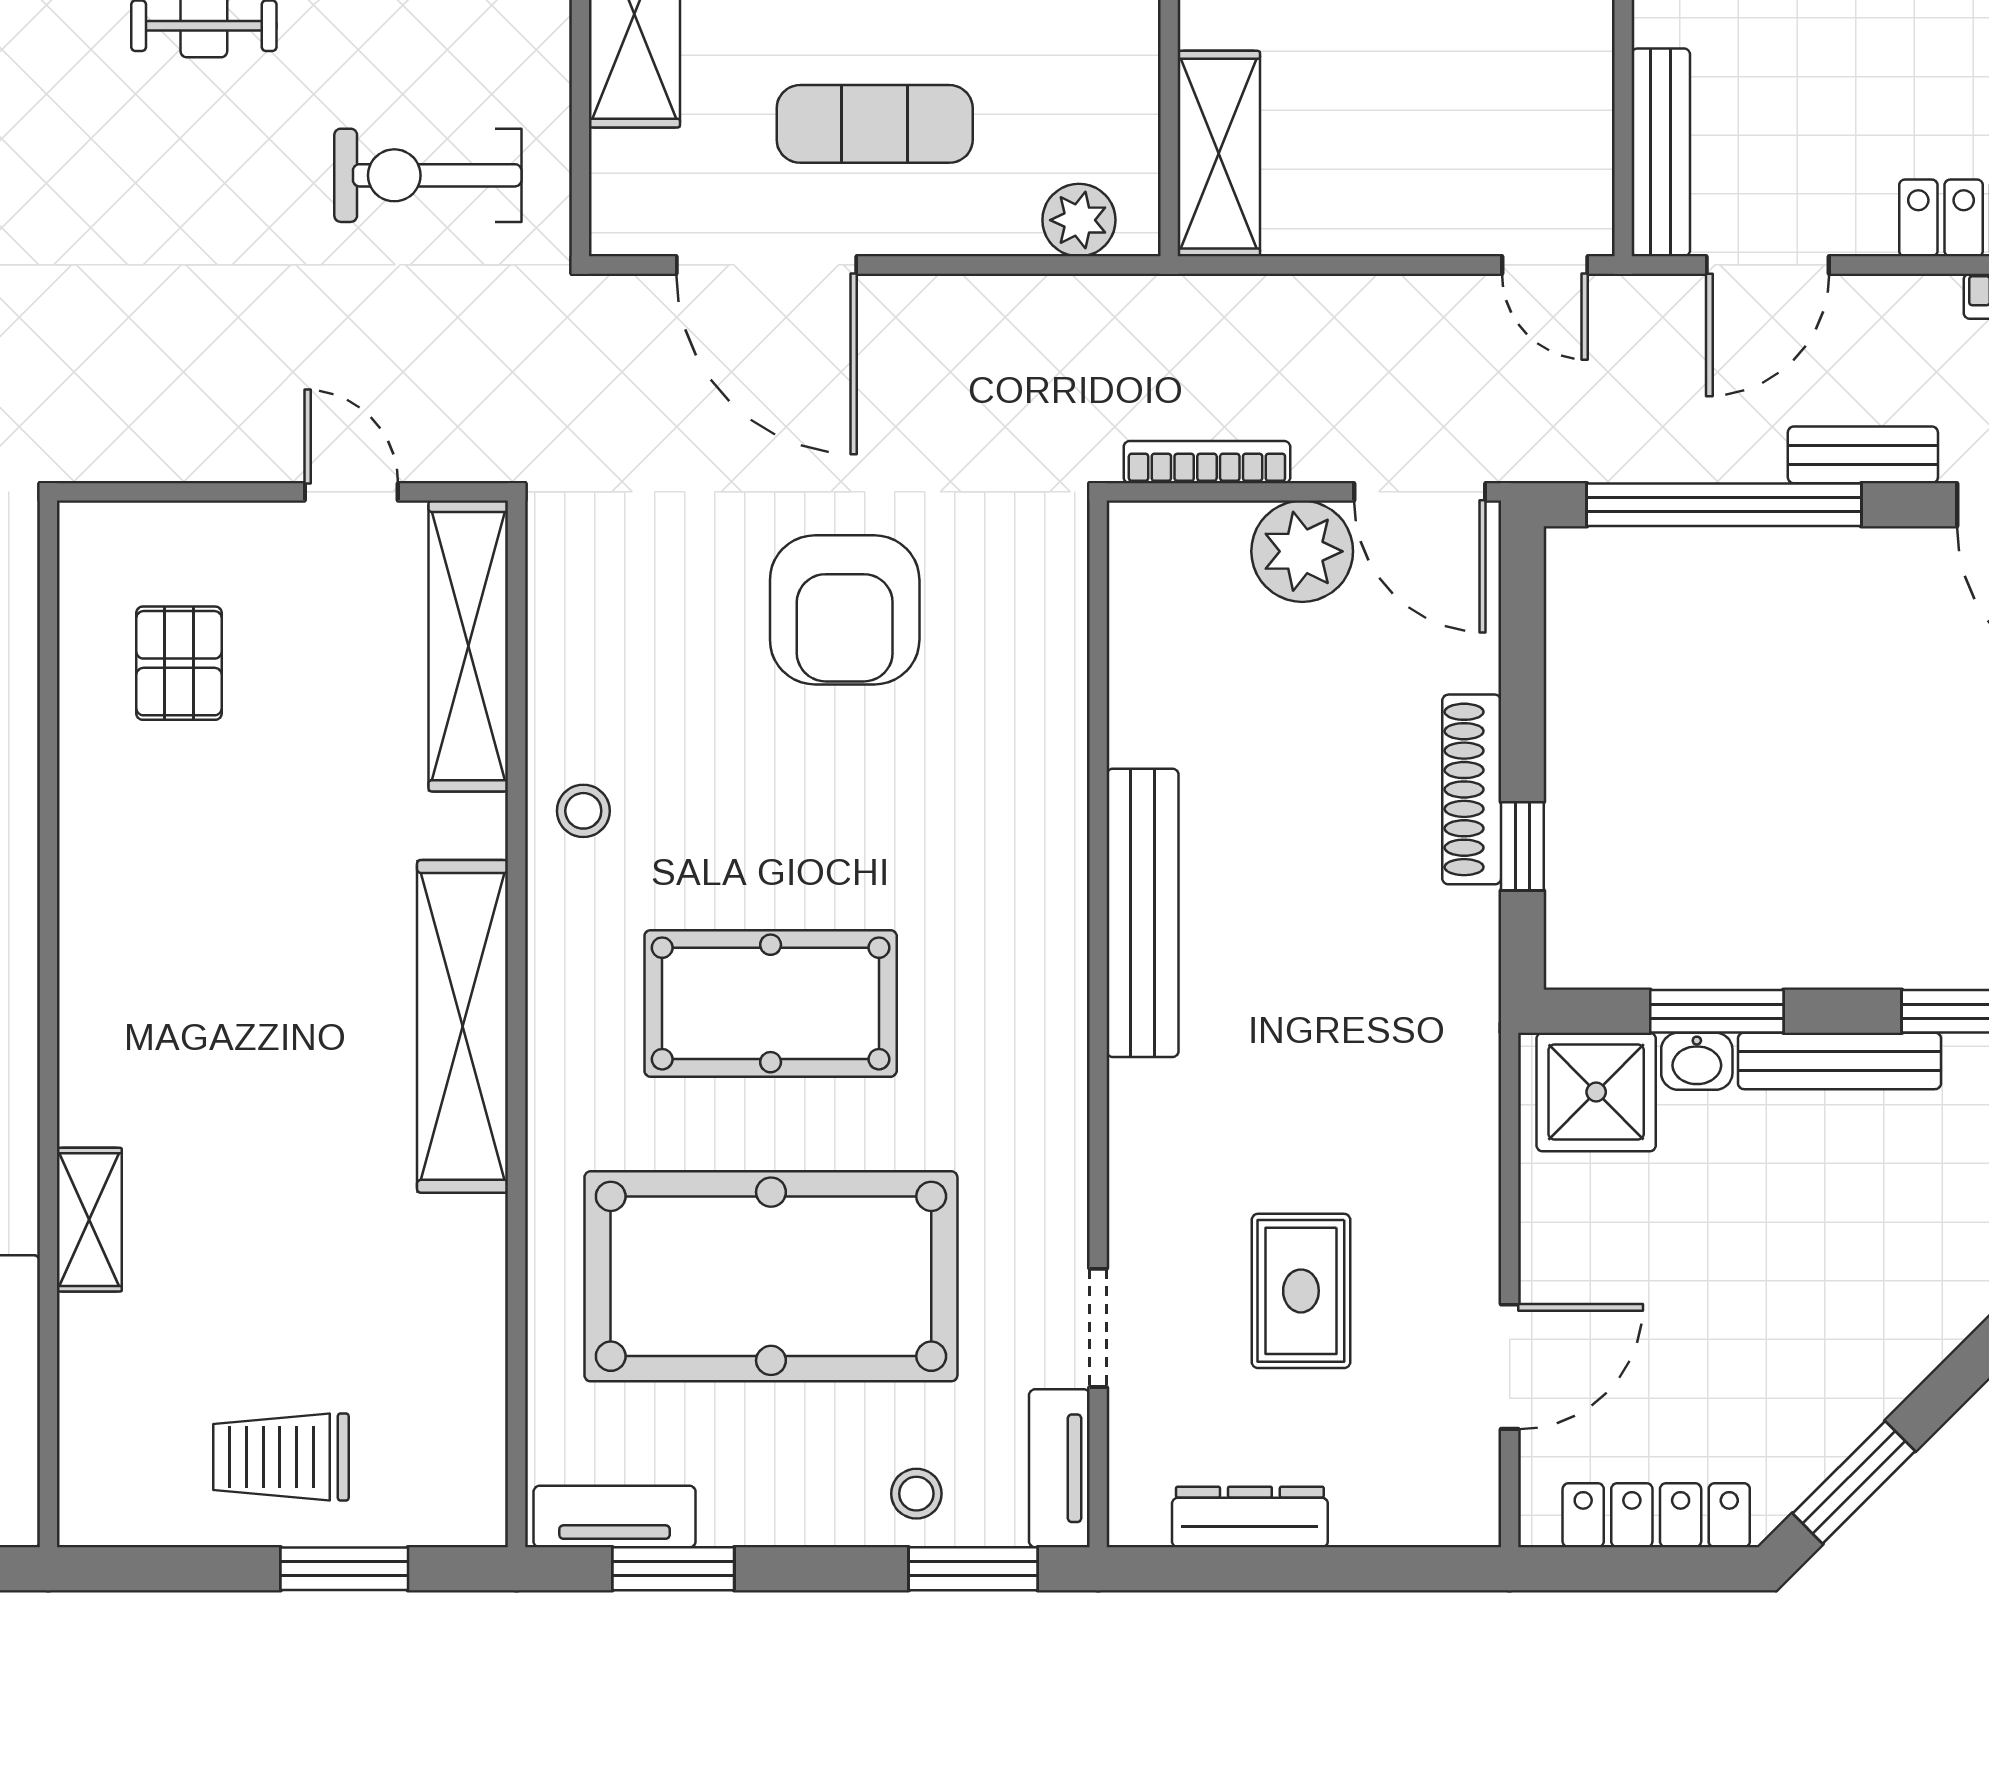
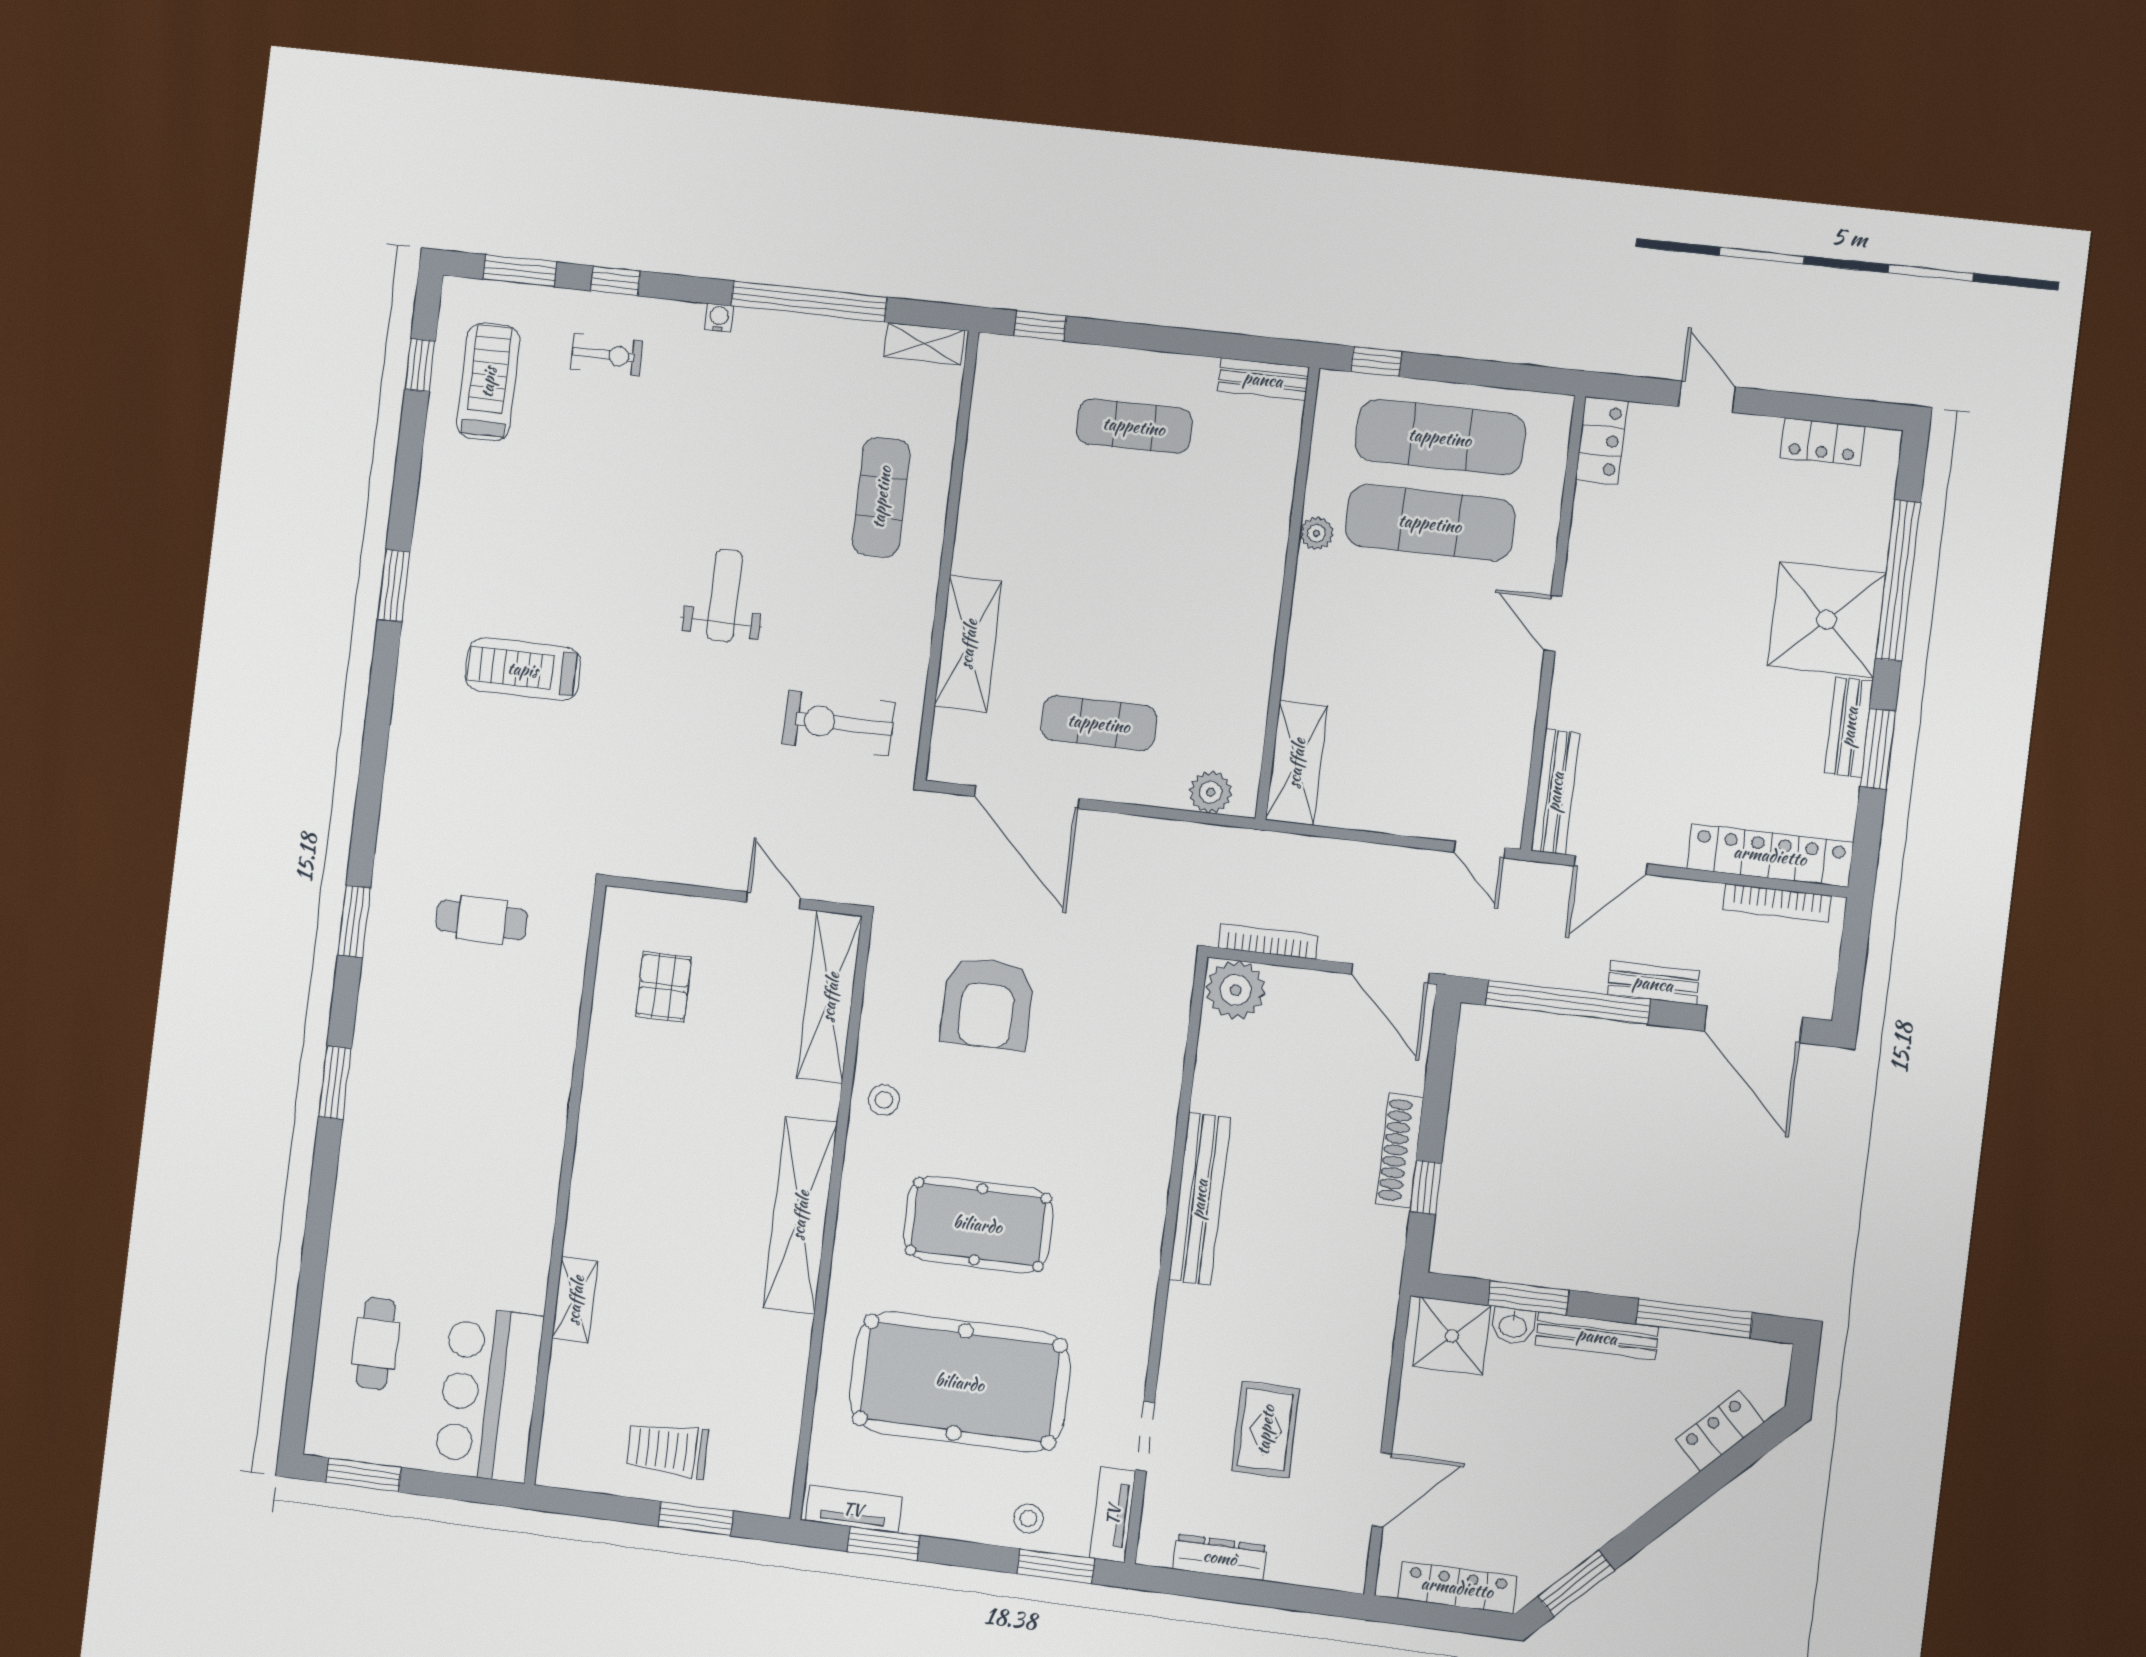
plant: (1302, 551) -> (1236, 990), moved
armchair: (845, 610) -> (987, 1003), moved

